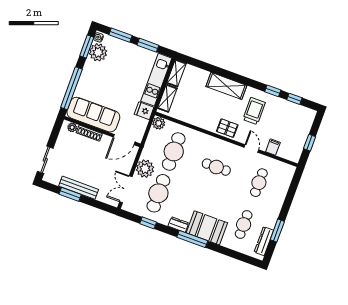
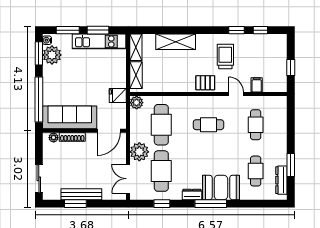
kitchen unit: (156, 80) -> (99, 41), moved, turned -90
shelving: (226, 86) -> (176, 42), moved

